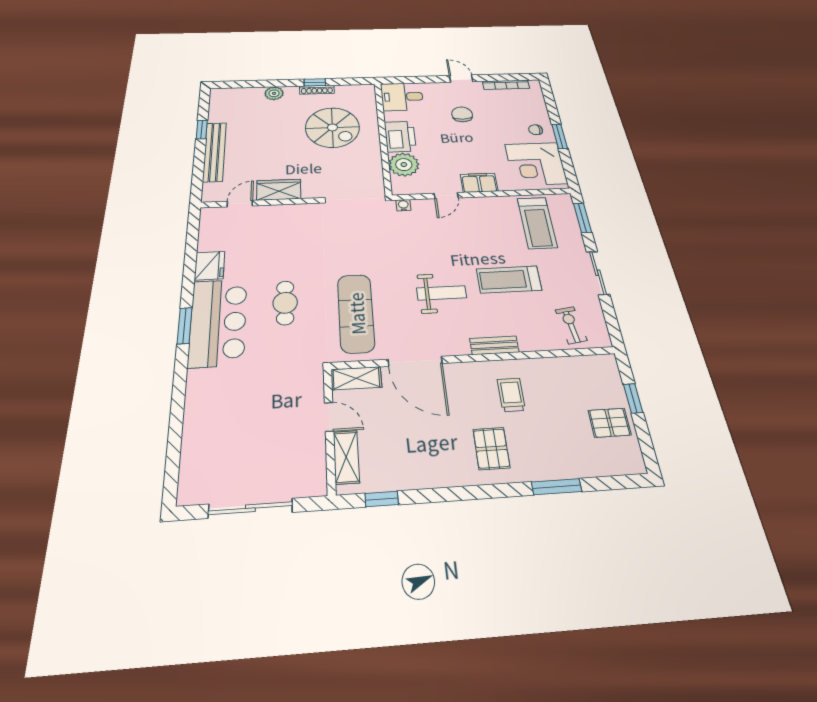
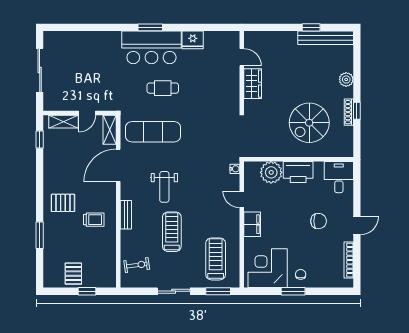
bench: (215, 152) -> (326, 38), moved
treadmill: (537, 223) -> (216, 259), turned 90

